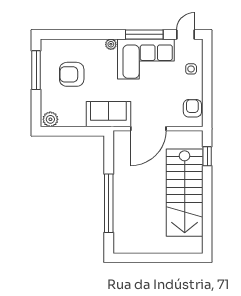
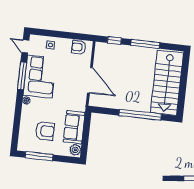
armchair: (72, 74) -> (45, 131), turned -90
sofa: (108, 114) -> (74, 127), moved
stairs: (185, 193) -> (167, 83), moved, turned 90
window: (207, 199) -> (145, 44), added

